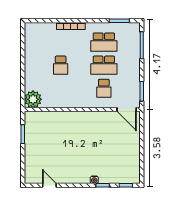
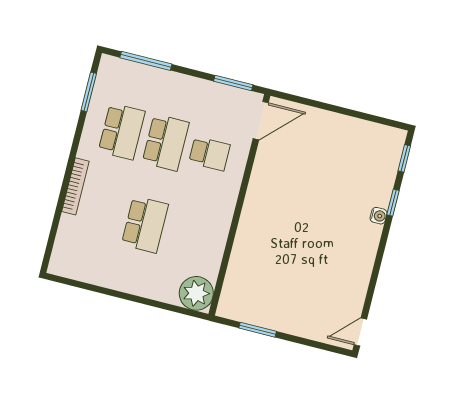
school desk: (61, 65) -> (145, 224), width x1.85
door: (49, 185) -> (360, 332), moved

